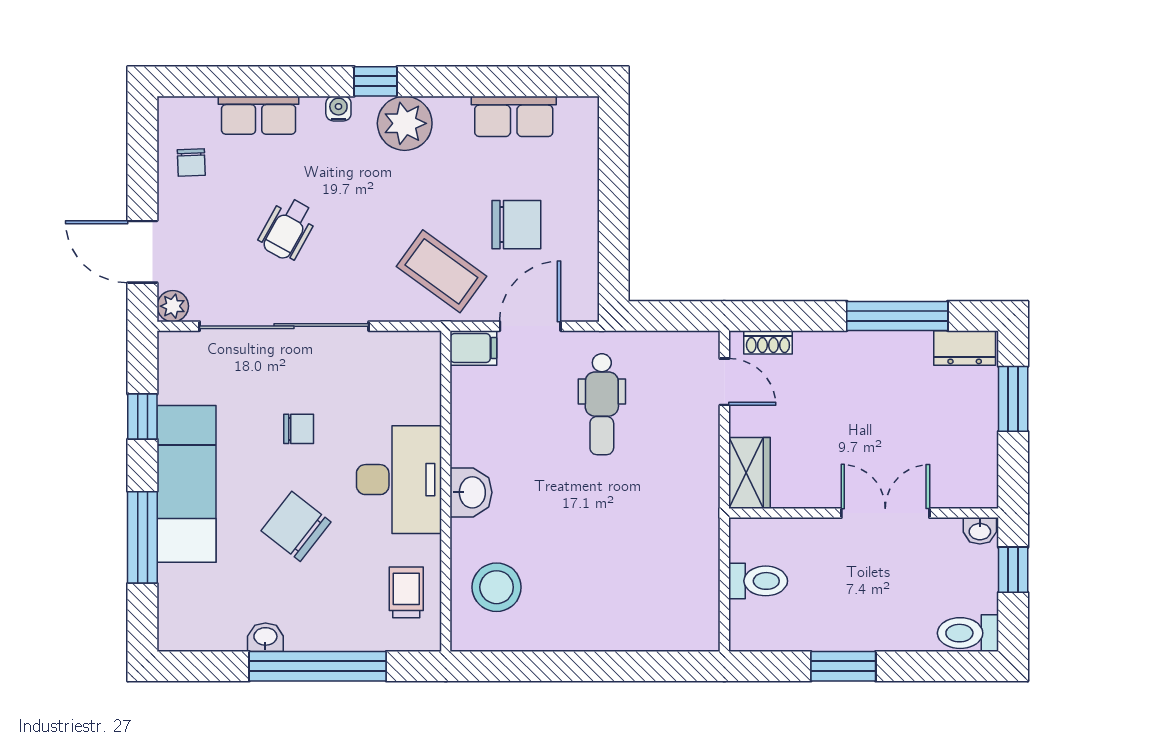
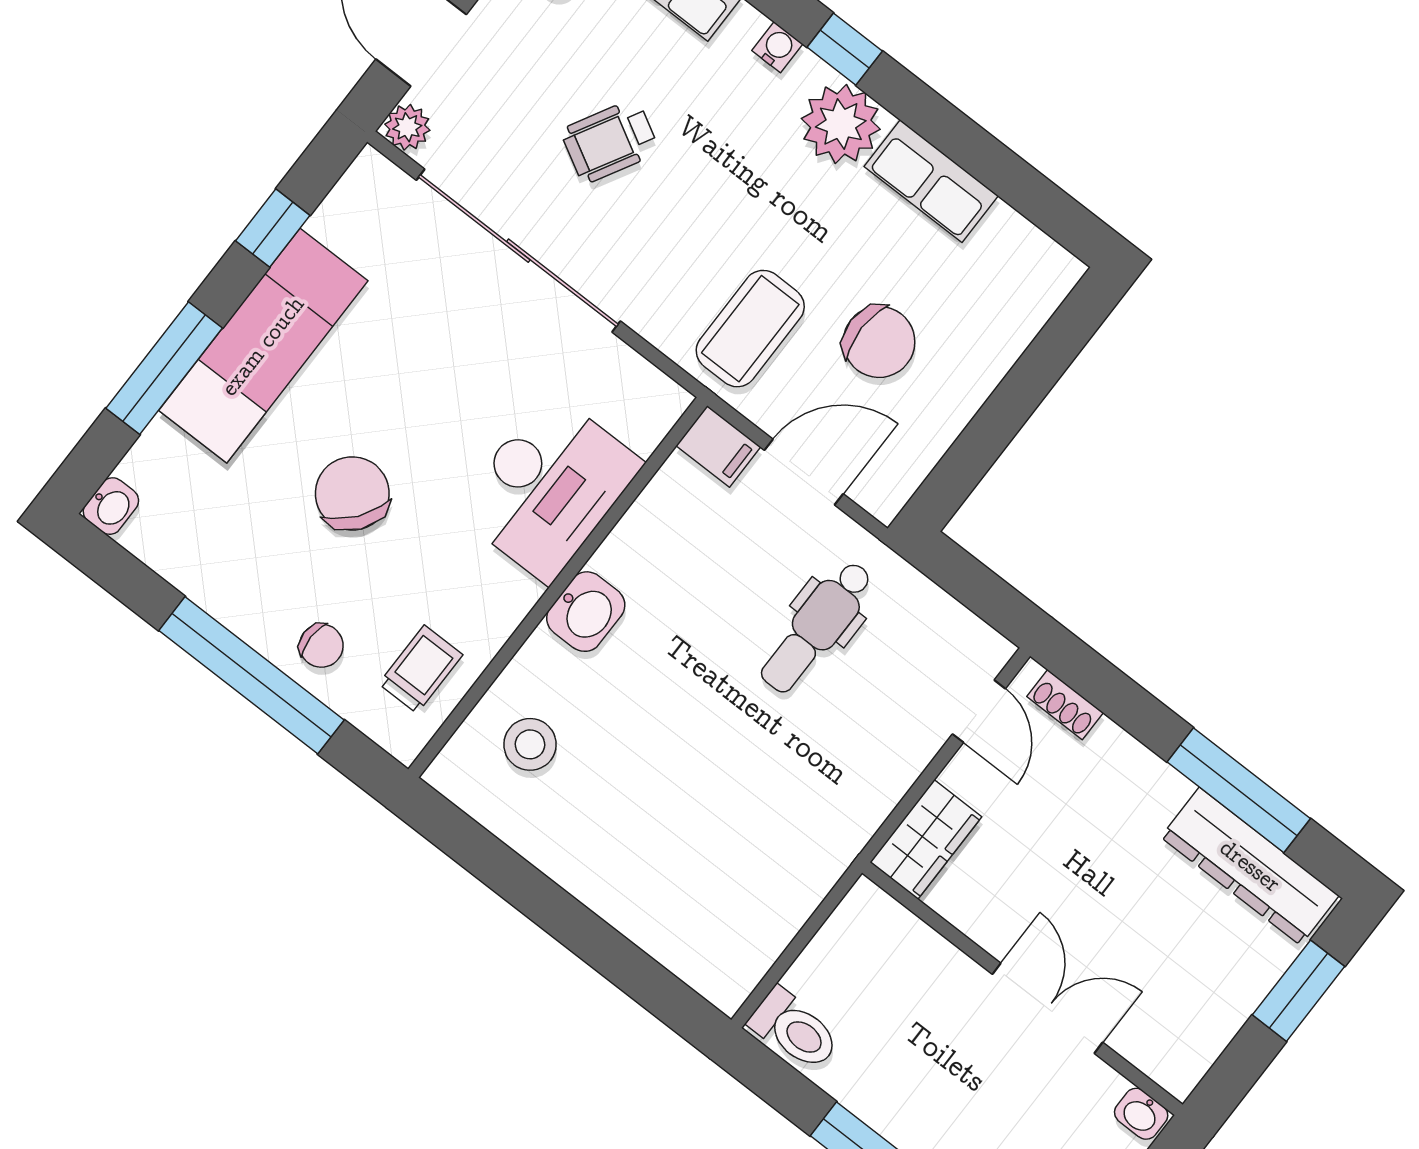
row of seats: (514, 116) -> (931, 181), moved
coffee table: (441, 271) -> (750, 329), turned 54
dresser: (965, 348) -> (1250, 866), width x1.96, depth x1.24
chair: (299, 429) -> (321, 646), moved
desk: (399, 480) -> (548, 487), moved
toilet: (758, 581) -> (795, 1030), moved
stool: (497, 587) -> (530, 744), width x0.73, depth x0.73
washbasin: (265, 637) -> (111, 506), moved, turned 90

